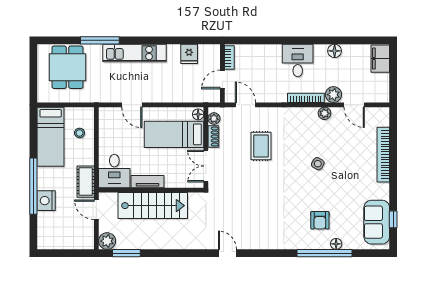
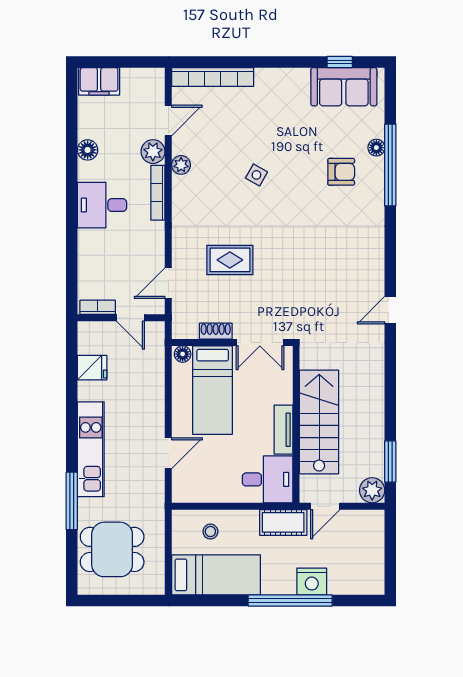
plant: (214, 119) -> (189, 330), removed
bookcase: (383, 155) -> (213, 77), moved

